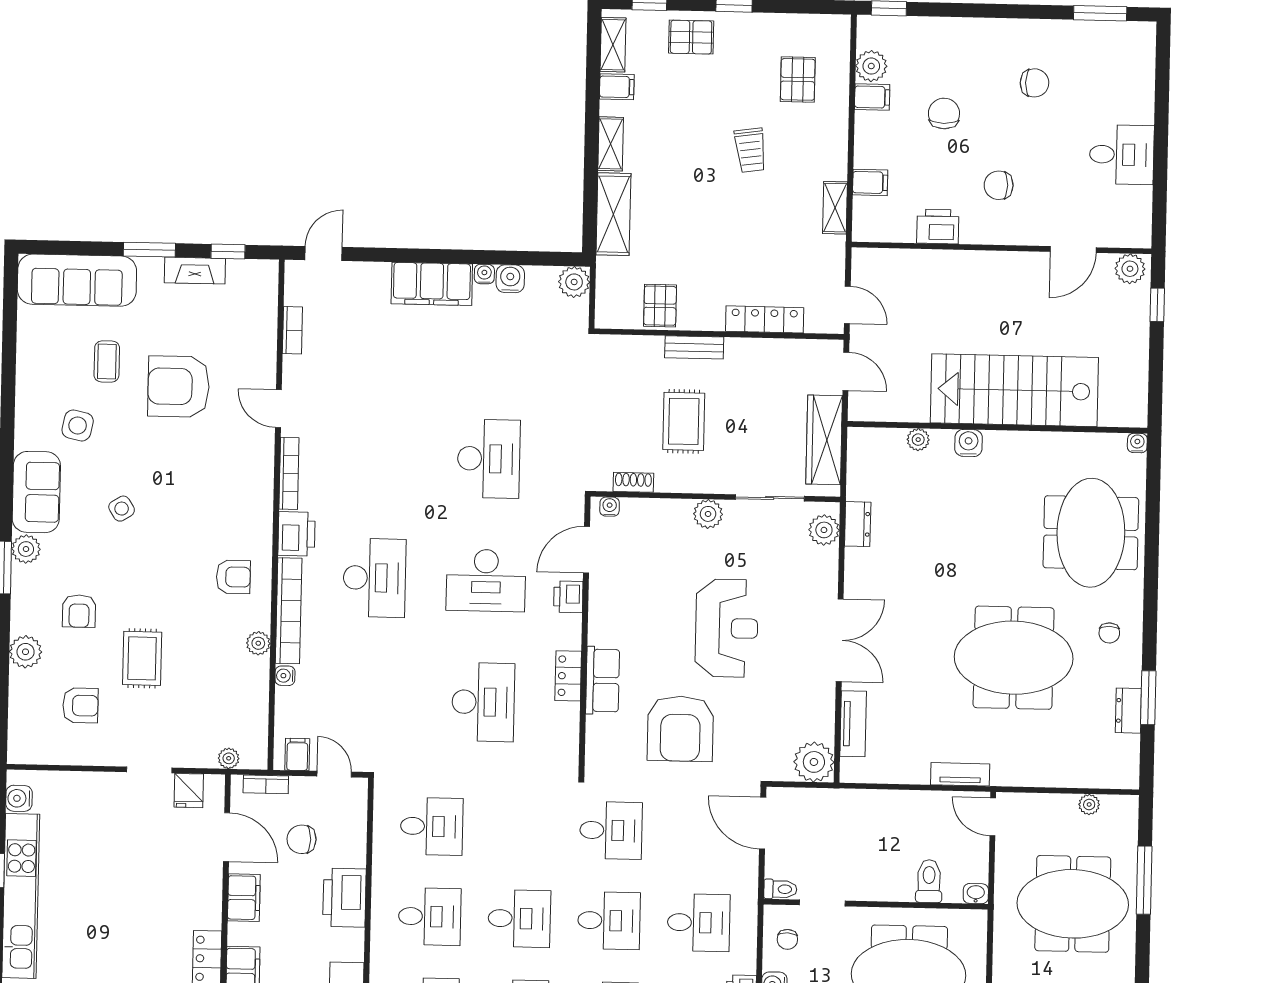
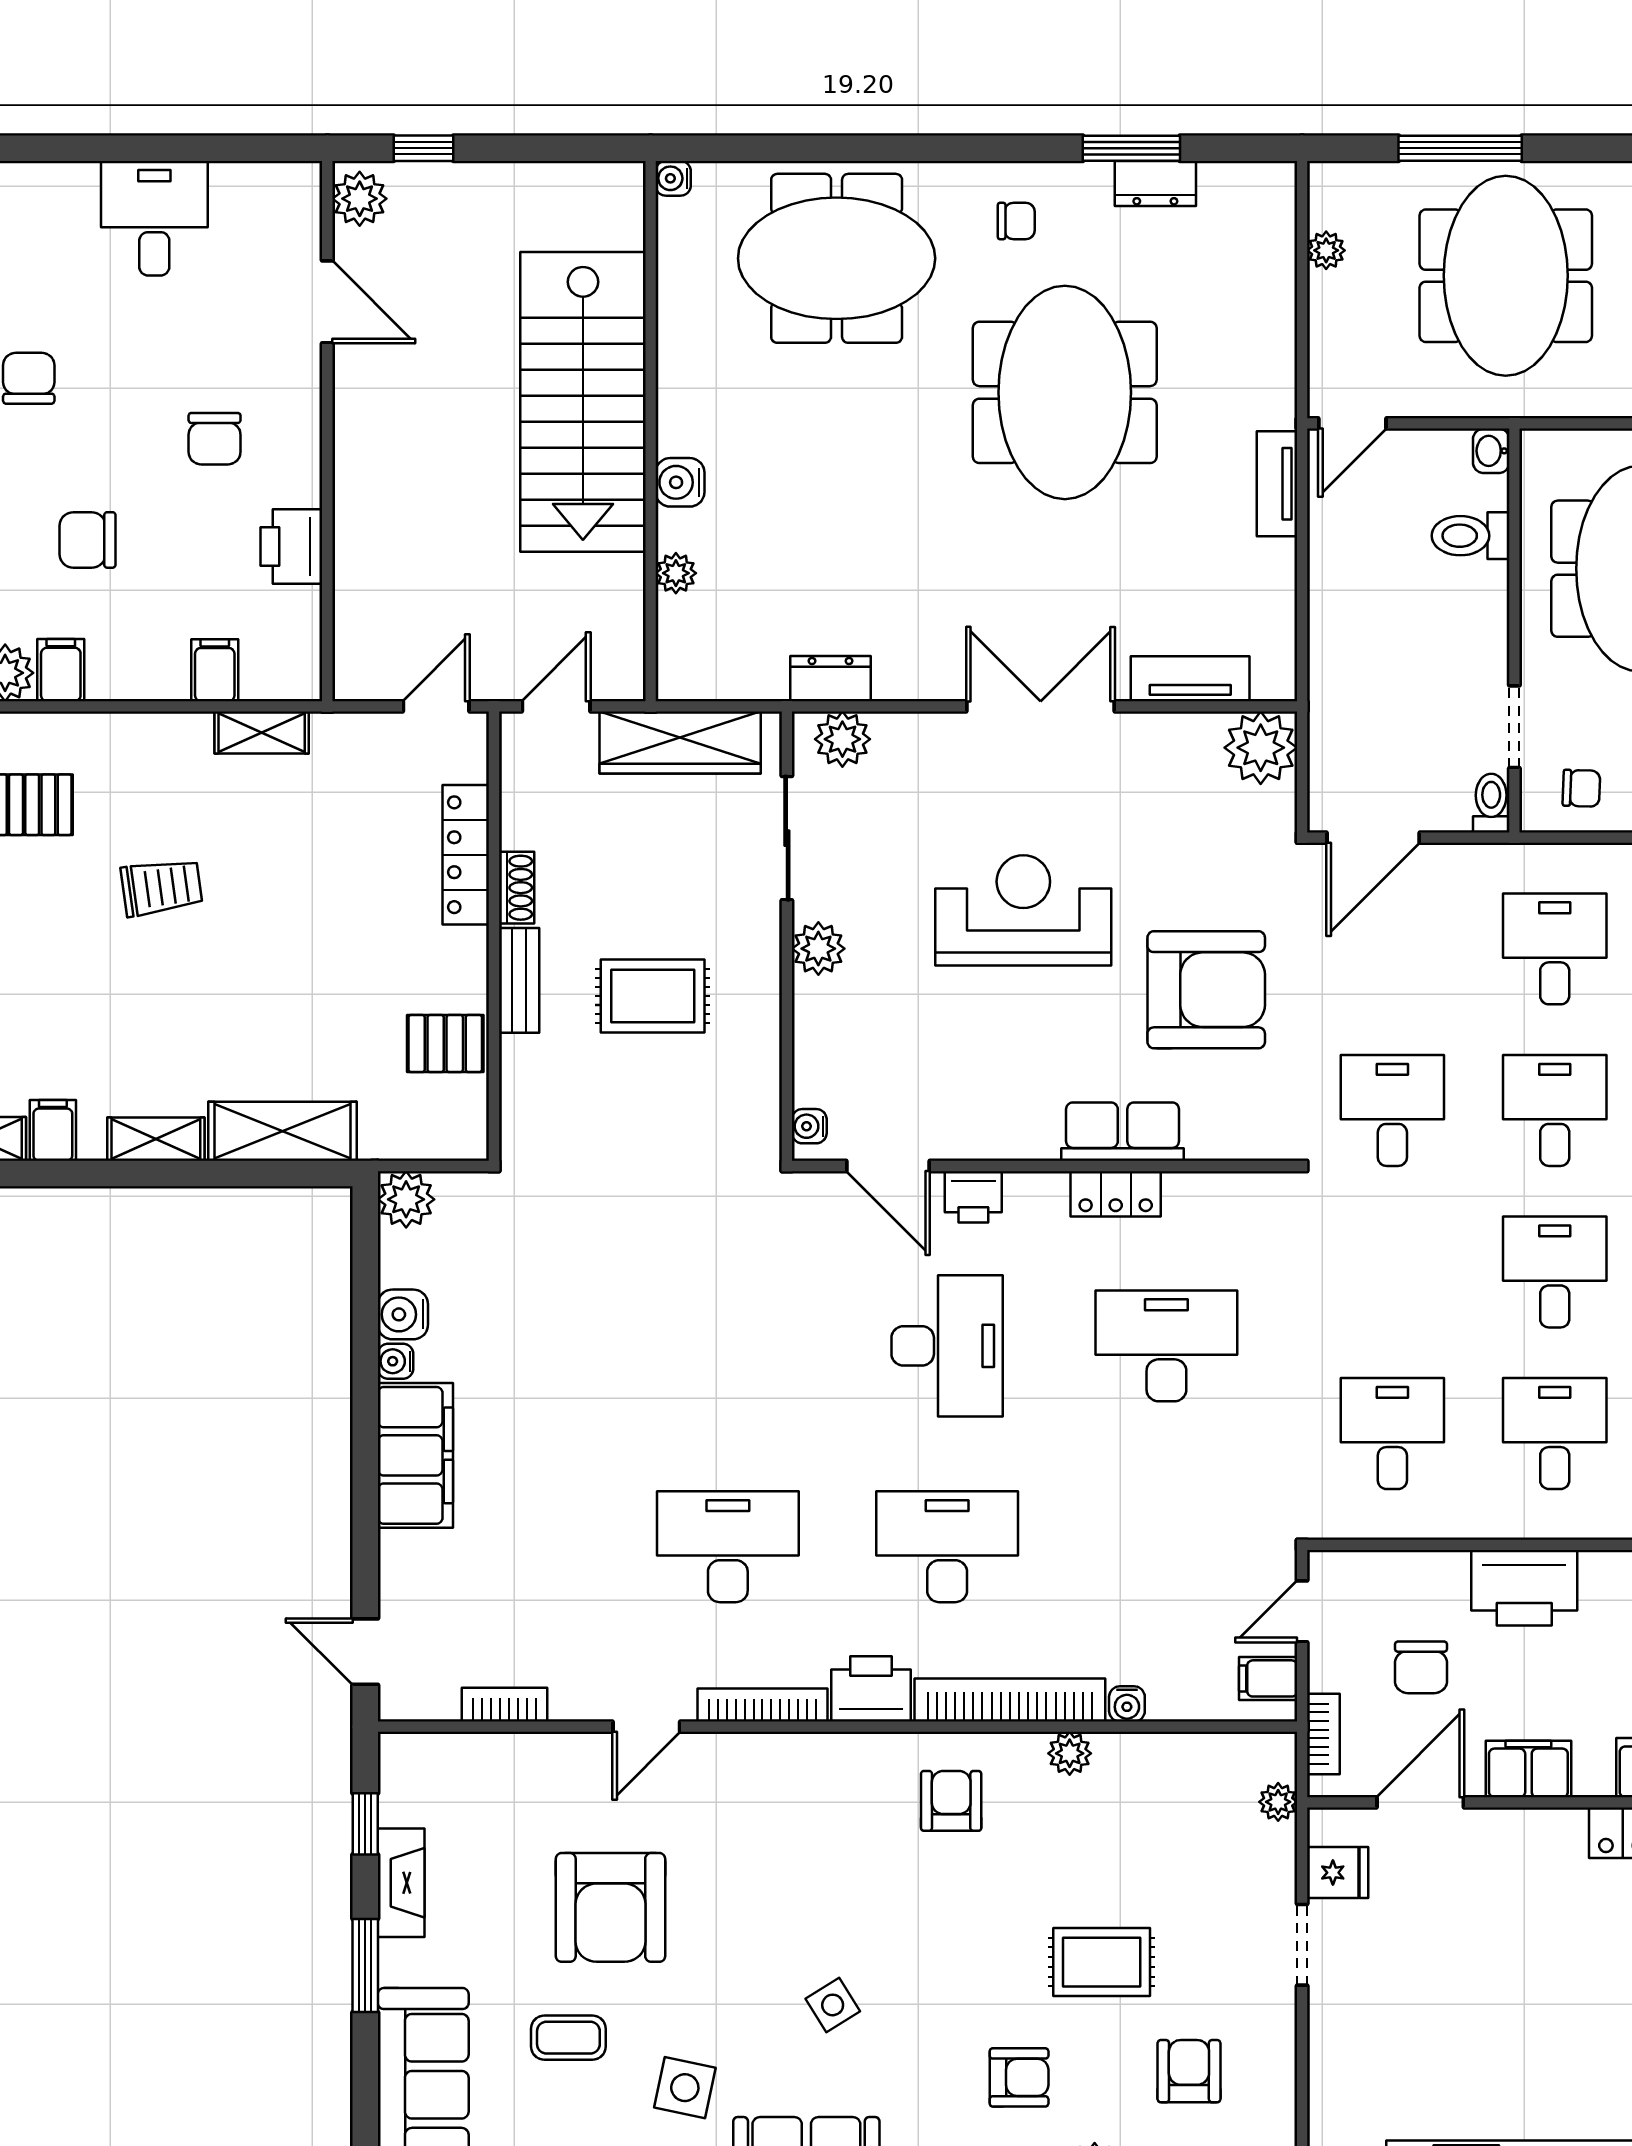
desk: (489, 459) -> (728, 1547), moved
shoe rack: (633, 482) -> (517, 888), moved, turned 180

